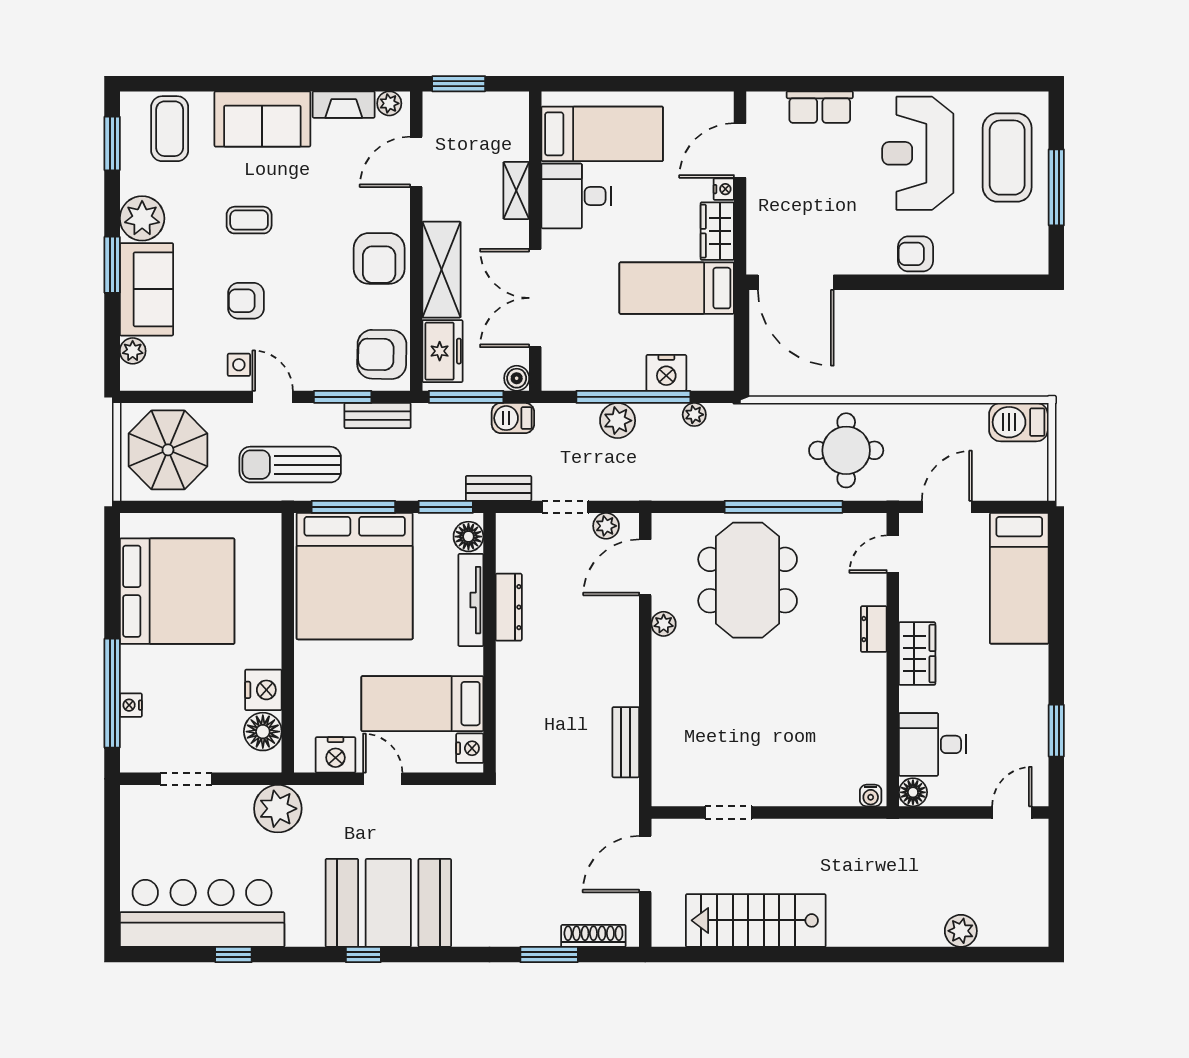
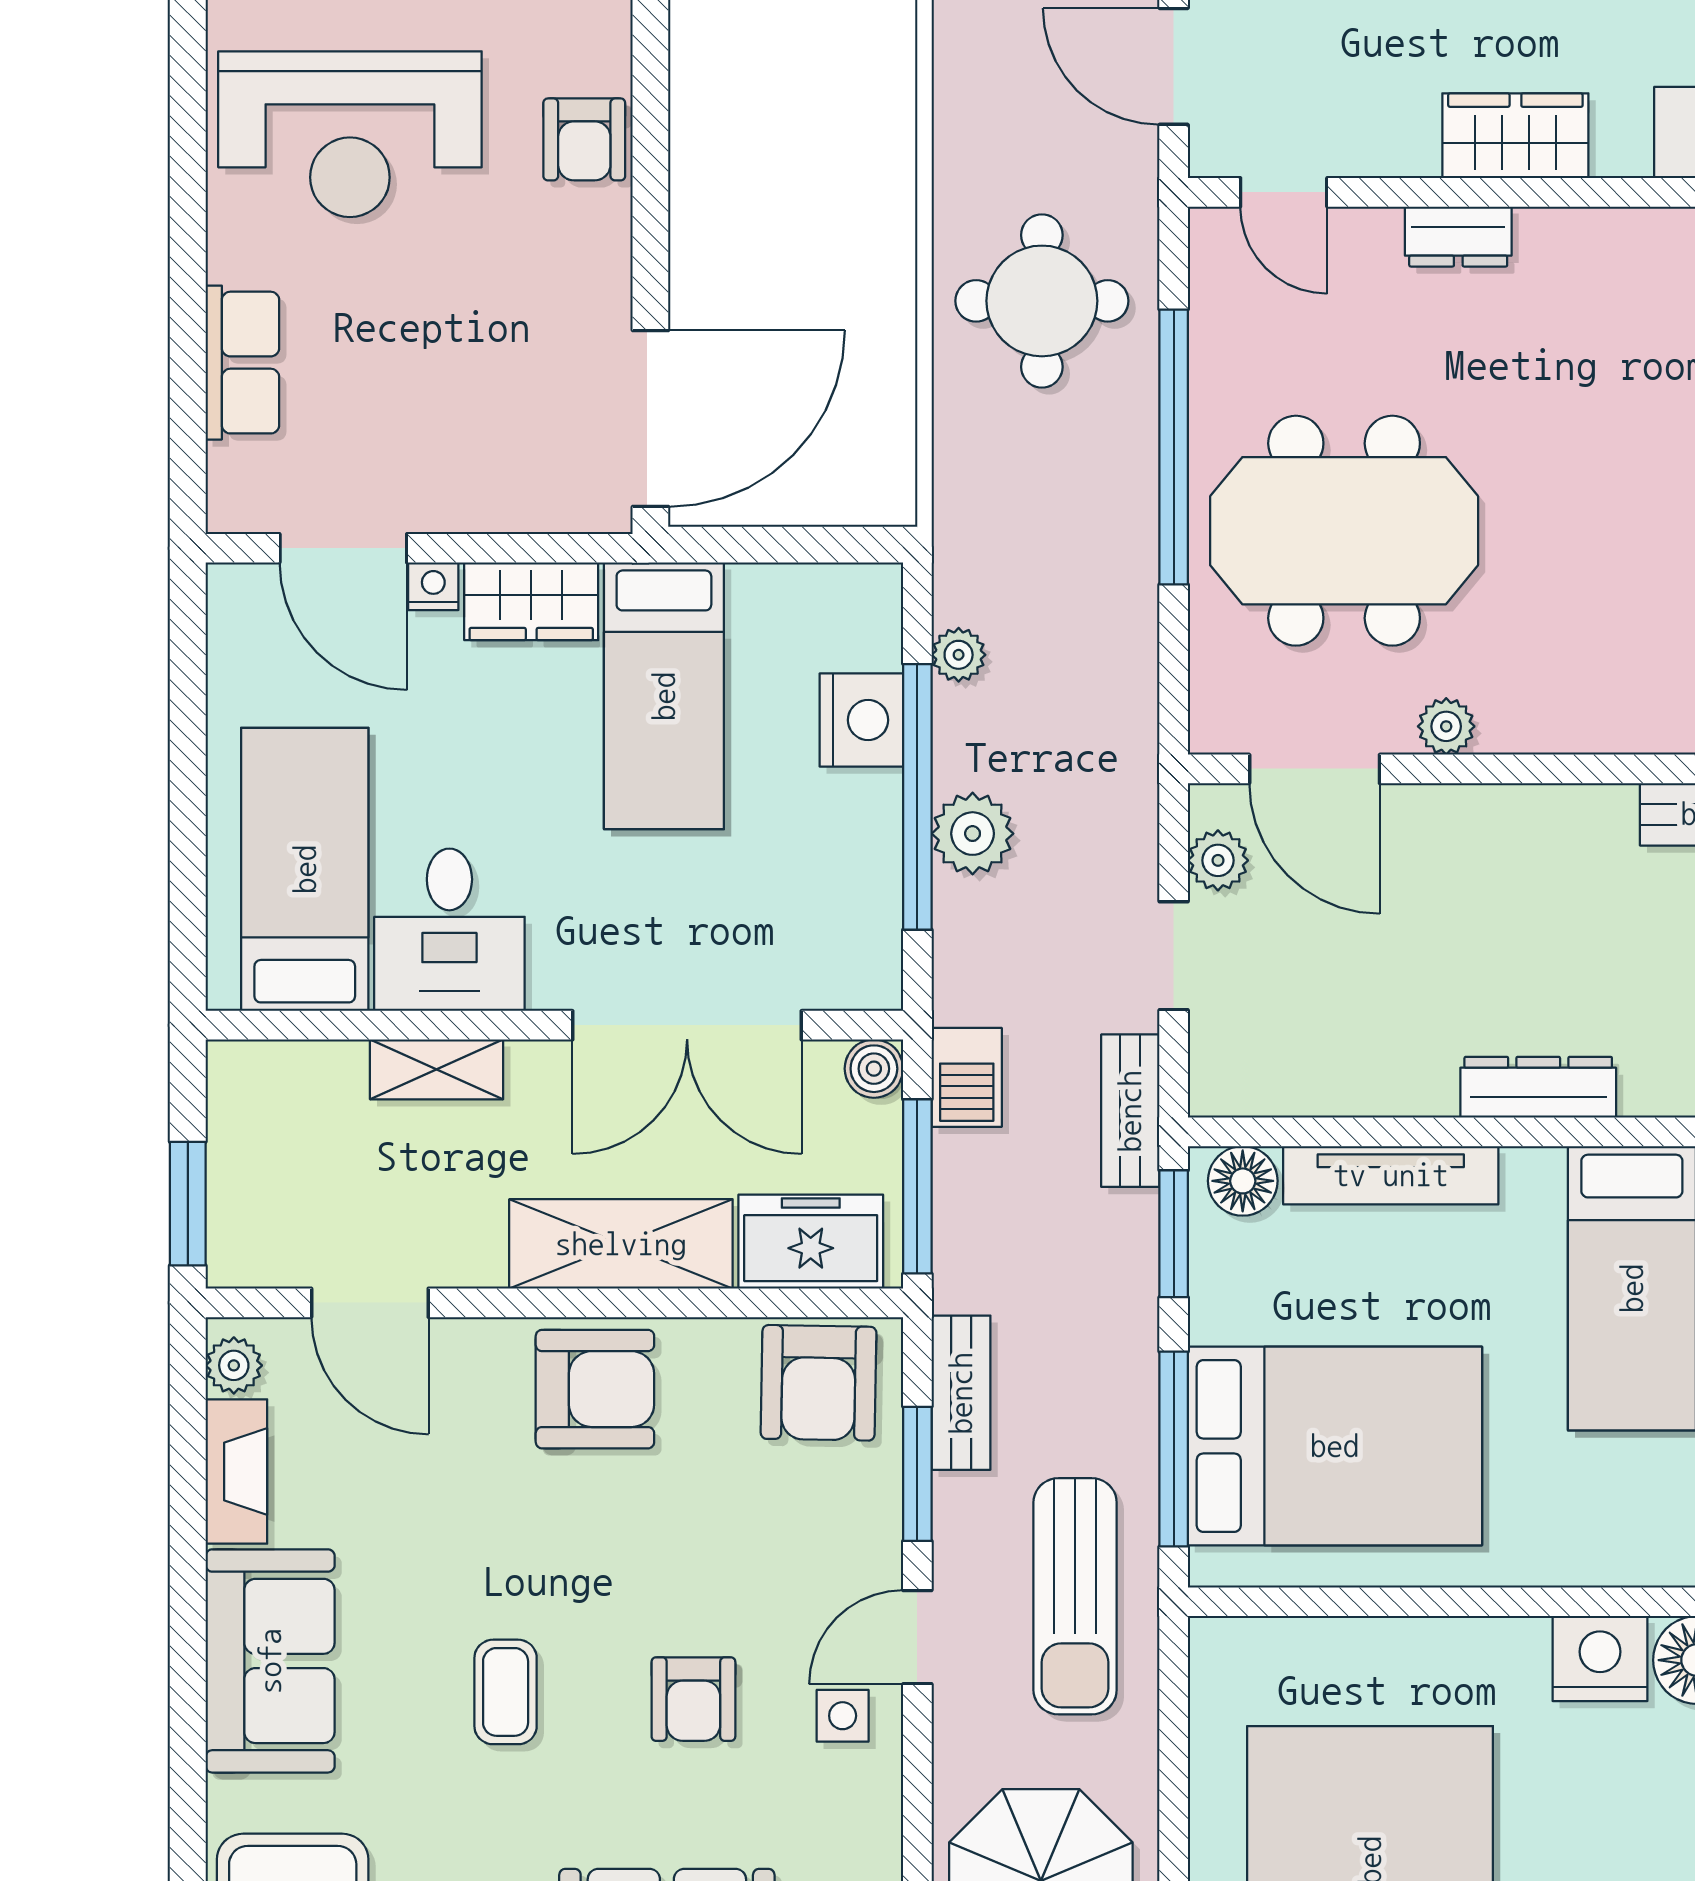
bed: (355, 576) -> (1335, 1446), width x0.73
dresser: (509, 607) -> (1538, 1087), moved

